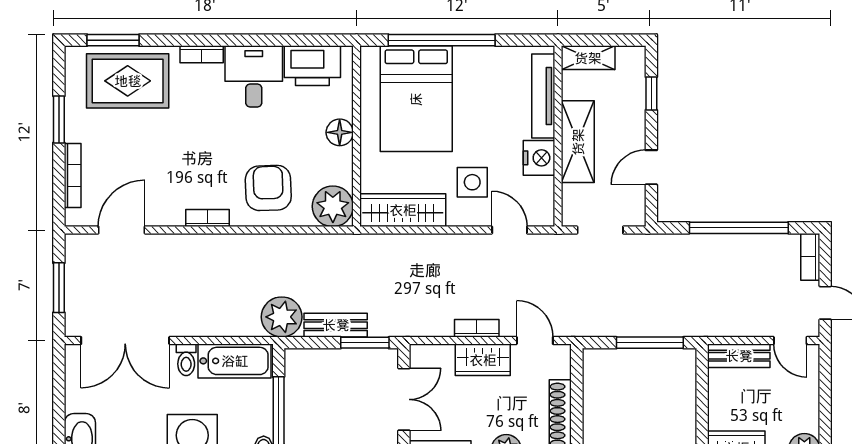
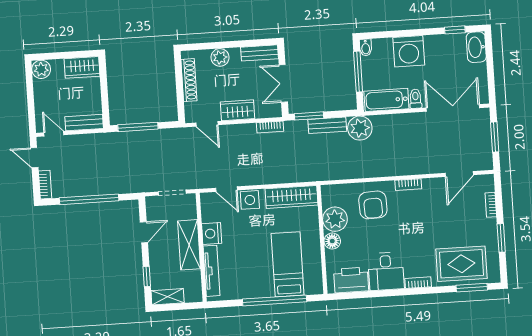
shelving: (588, 58) -> (168, 297), moved
bed: (416, 99) -> (288, 264), width x0.67
bookcase: (73, 176) -> (491, 205), width x0.64
side table: (472, 182) -> (250, 200), moved
plant: (333, 206) -> (335, 219), moved
bookcase: (477, 328) -> (270, 127), moved

